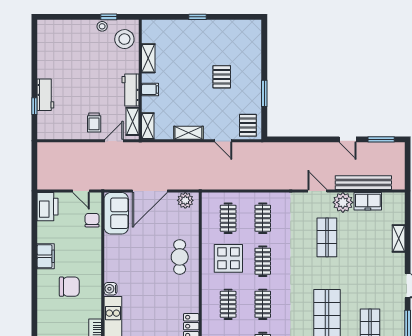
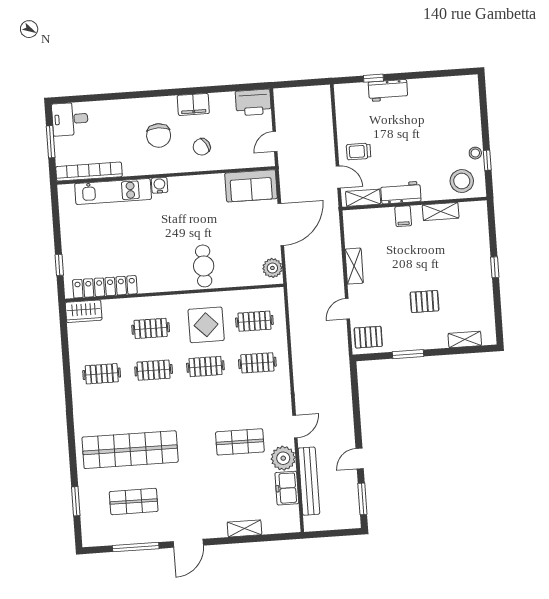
shelving: (148, 126) -> (465, 340), moved
door: (150, 191) -> (281, 225), swing flipped
chair: (92, 220) -> (202, 147), moved, turned 150
cafe table: (180, 257) -> (204, 266), turned 90

